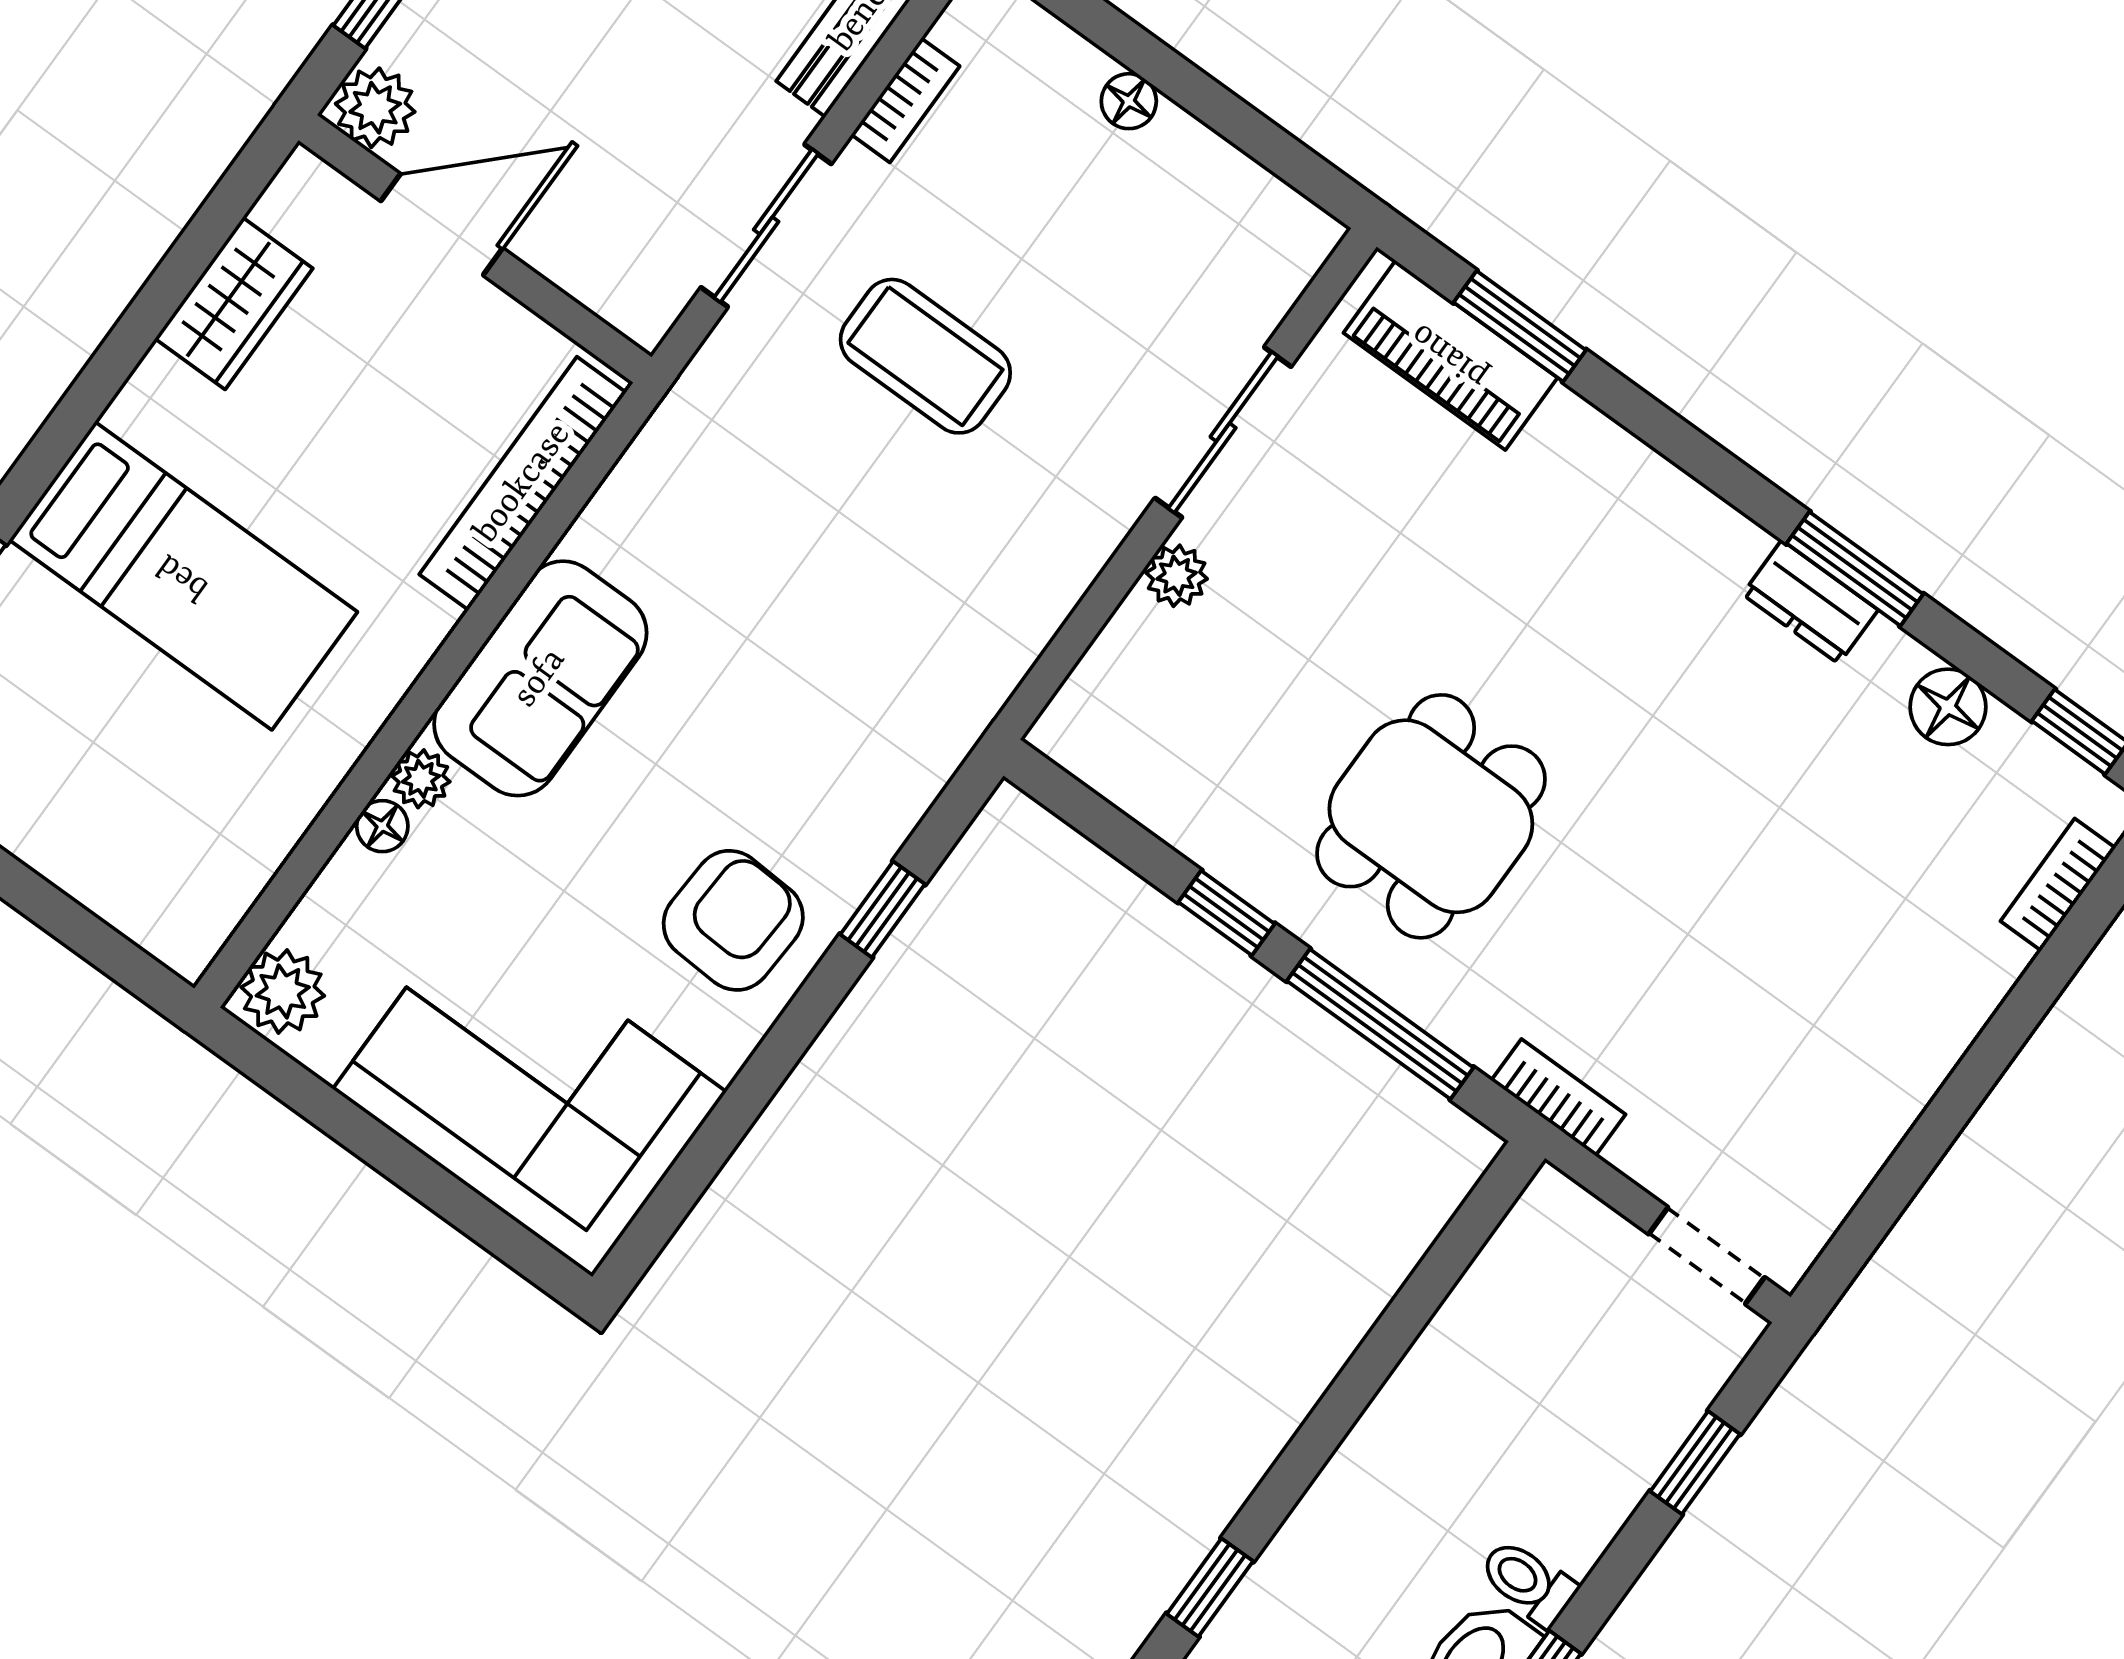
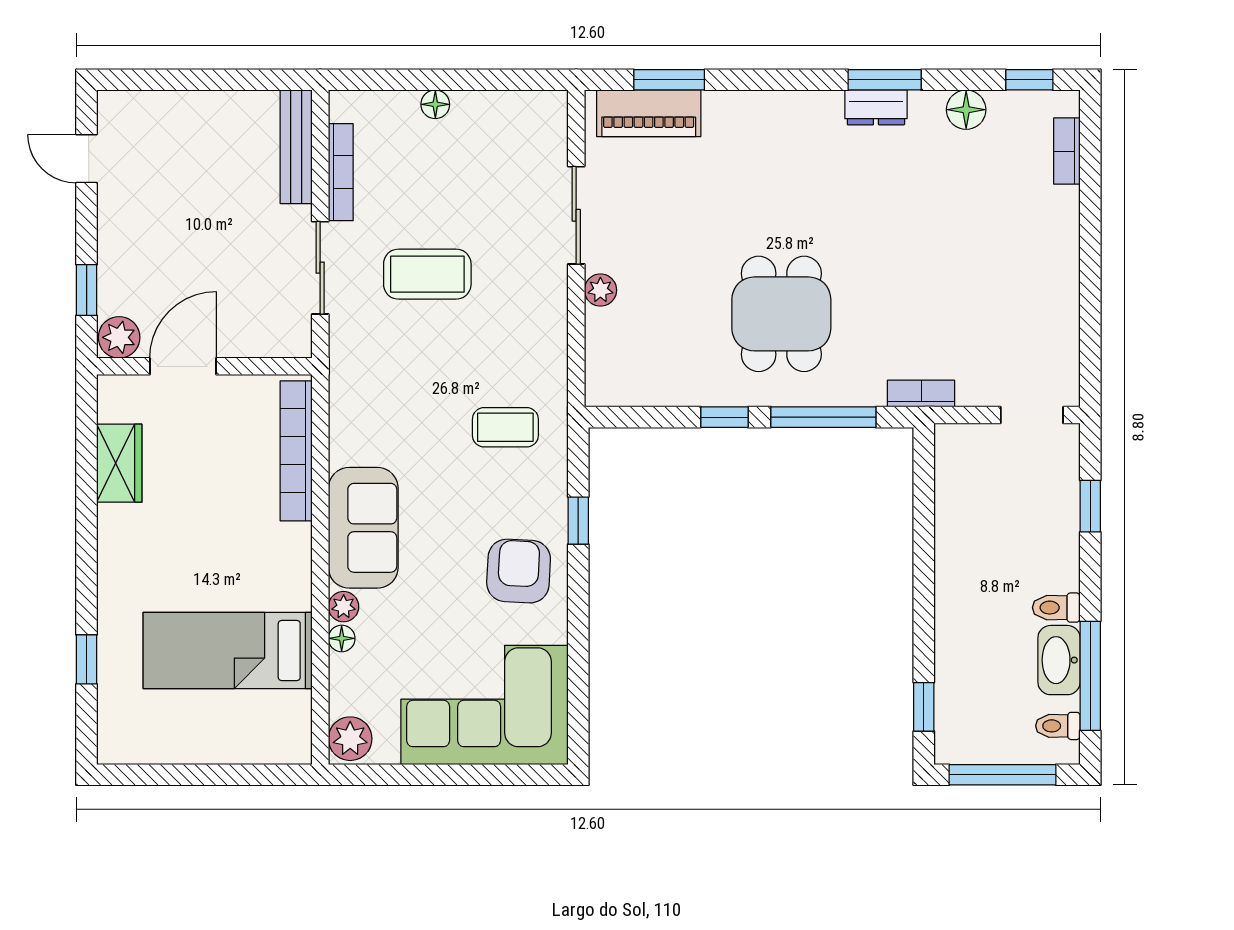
bookcase: (906, 100) -> (341, 172), width x1.56
bed: (183, 576) -> (228, 650), moved, turned 180
coffee table: (874, 682) -> (505, 427), added

